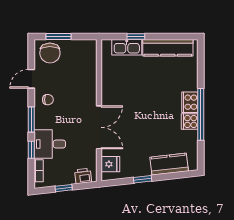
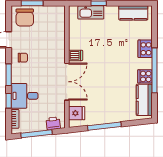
kitchen counter: (168, 48) -> (133, 13), width x0.67
dishwasher: (109, 97) -> (76, 55), added
cooker: (190, 102) -> (145, 49), moved
kitchen counter: (169, 164) -> (144, 100), moved, turned -84
window: (143, 179) -> (104, 126), width x2.17
window: (64, 188) -> (36, 134), width x2.17

